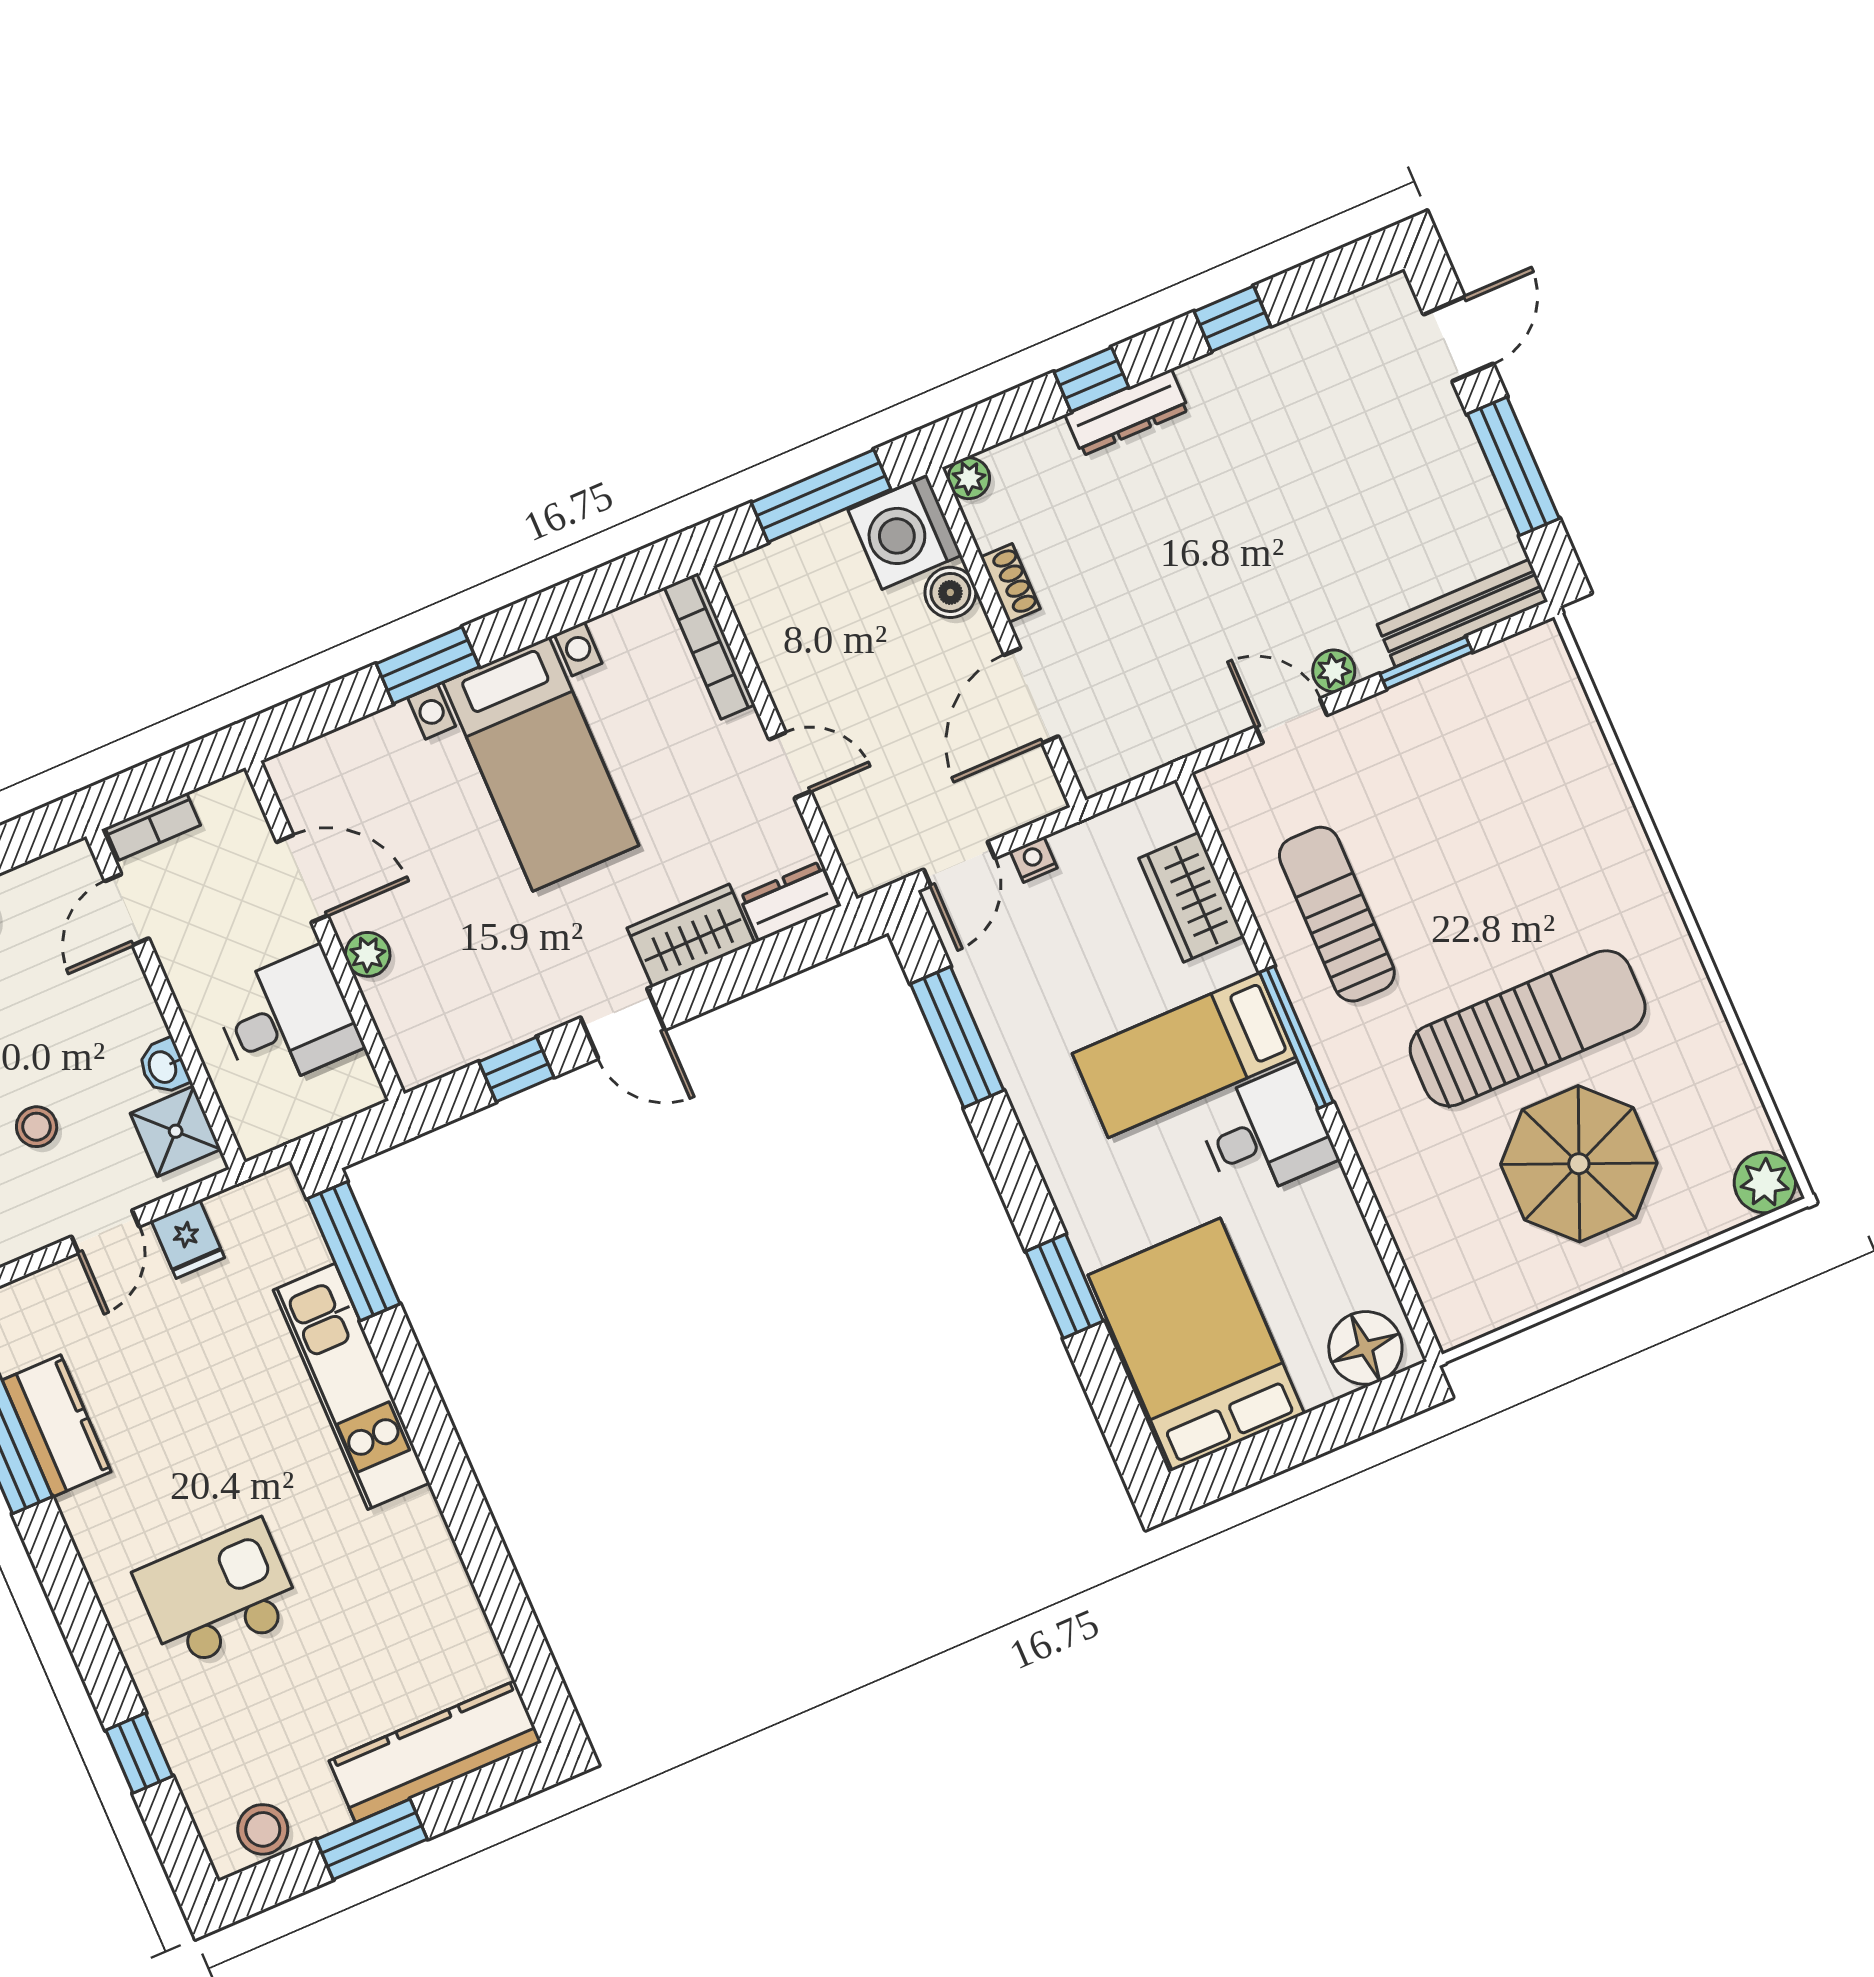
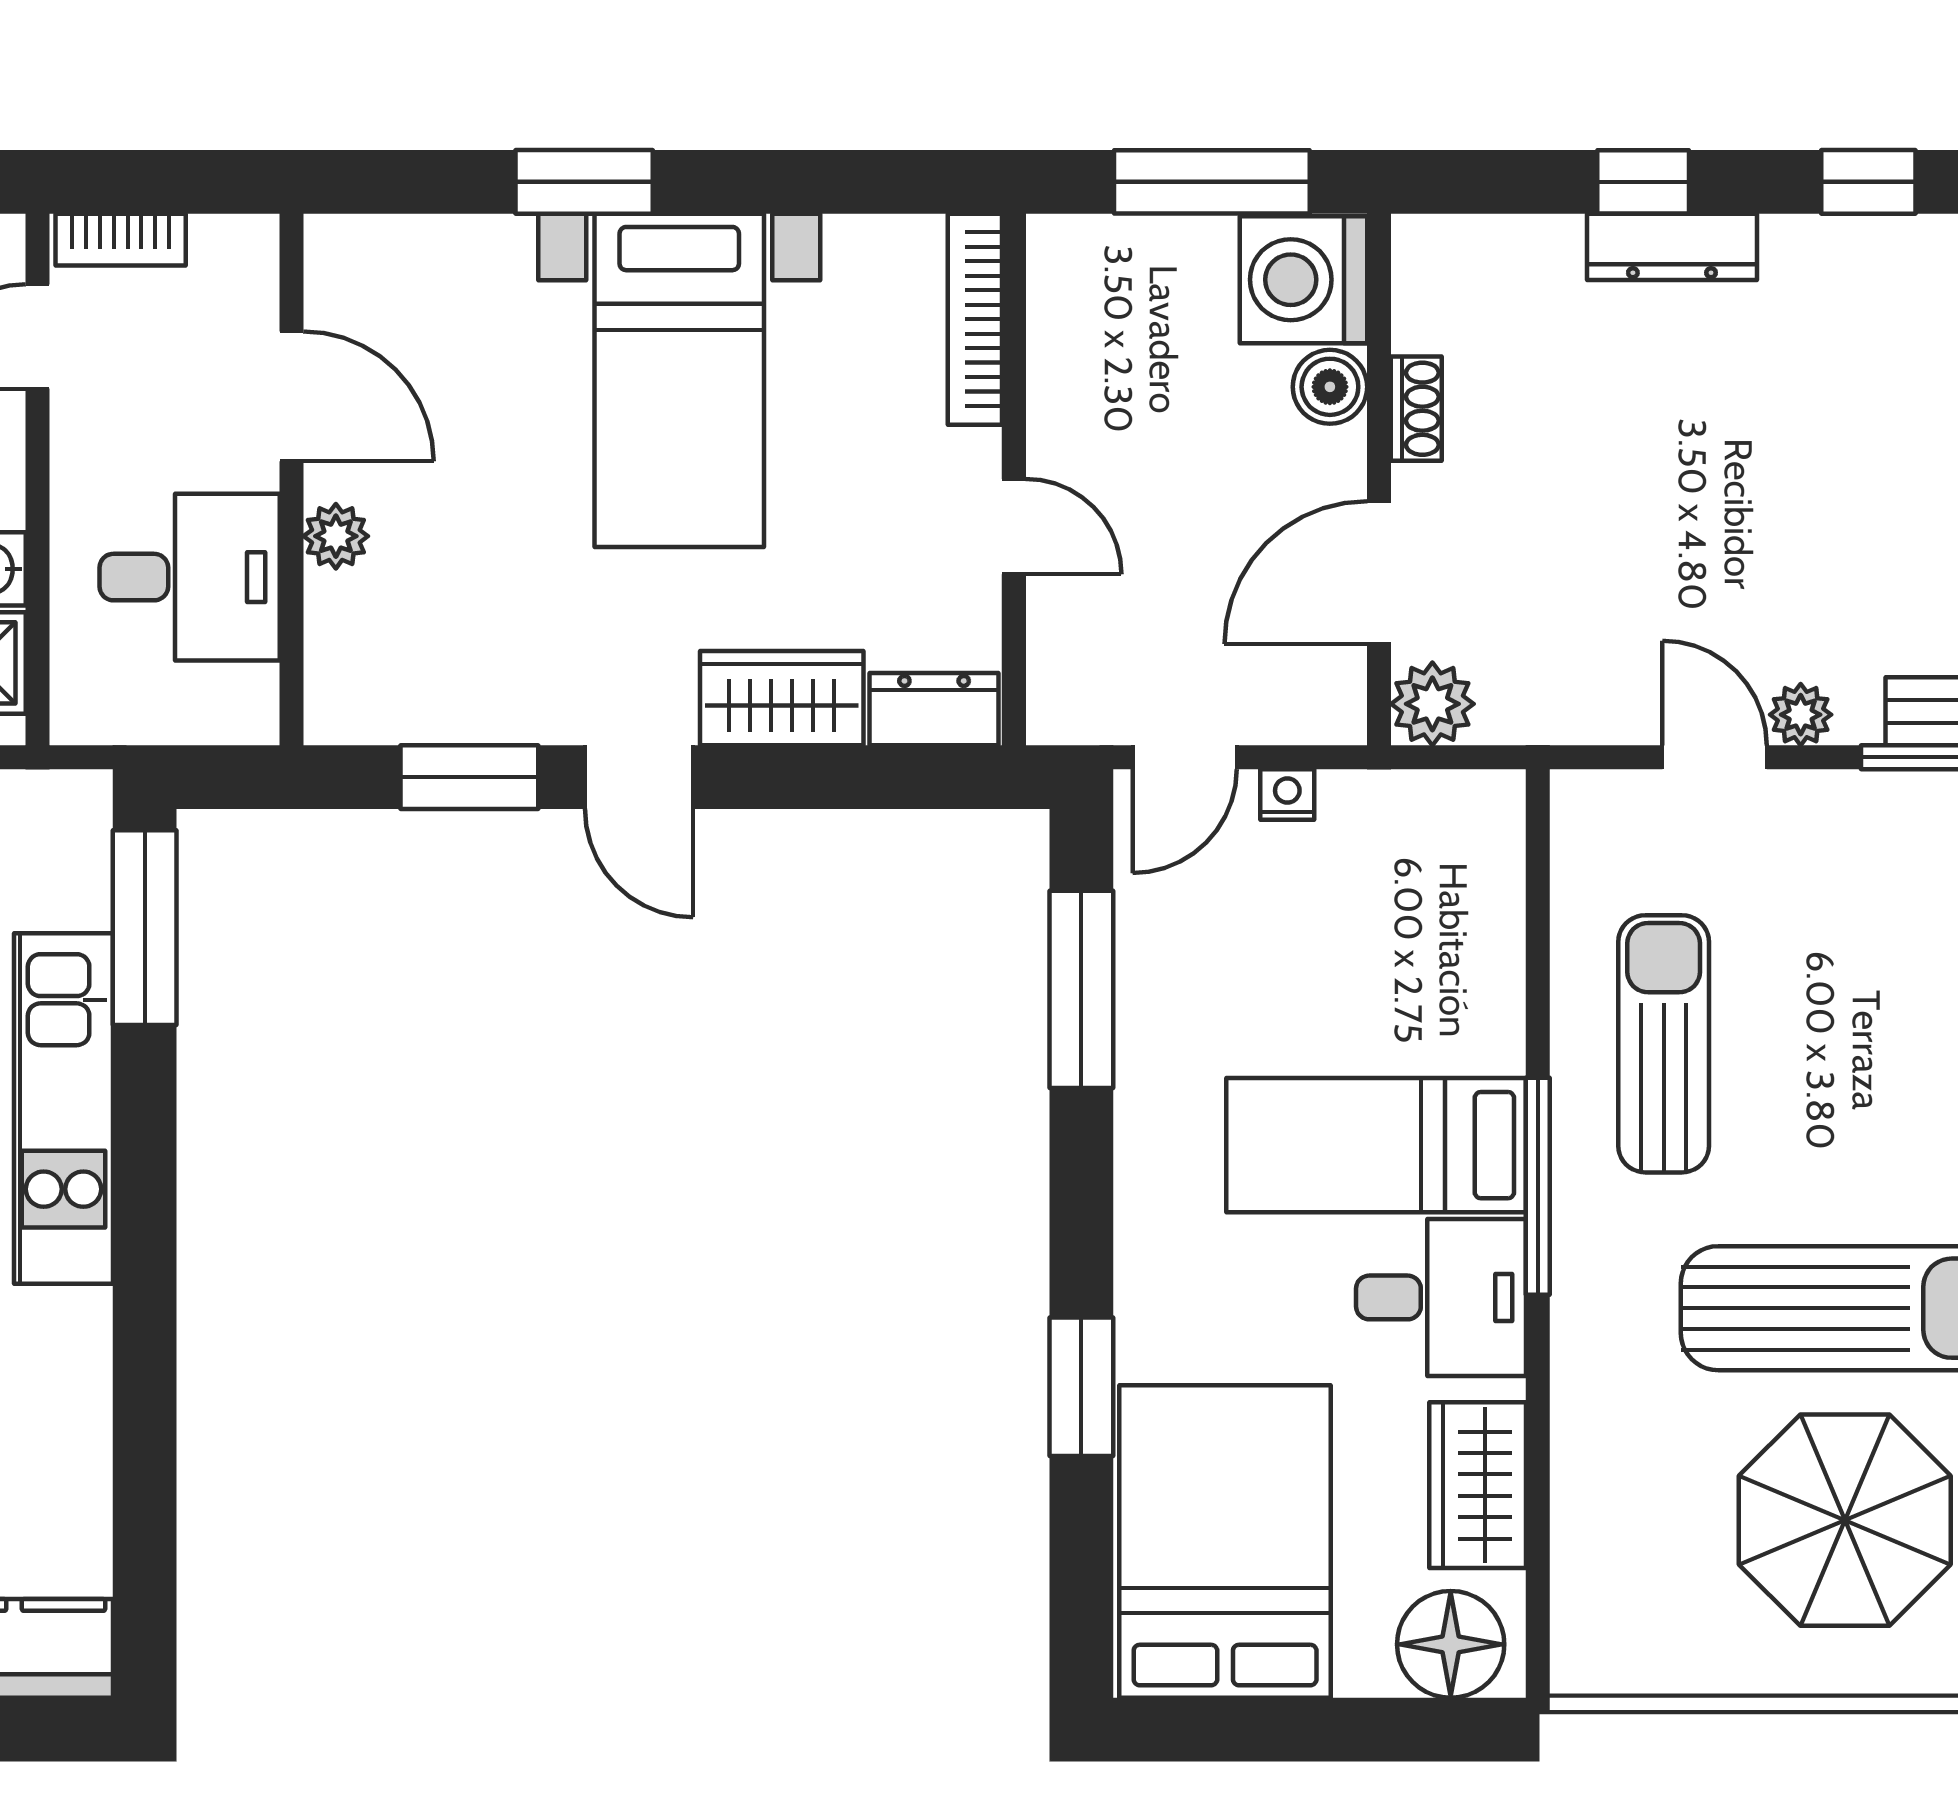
plant: (969, 478) -> (1432, 704), moved, width x1.38, depth x1.38
wardrobe: (1191, 897) -> (1478, 1485), moved
window: (516, 1069) -> (469, 777), width x1.50

